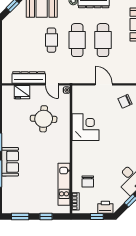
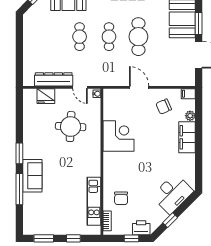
cafe table: (77, 40) -> (109, 37), width x0.73, depth x0.74

